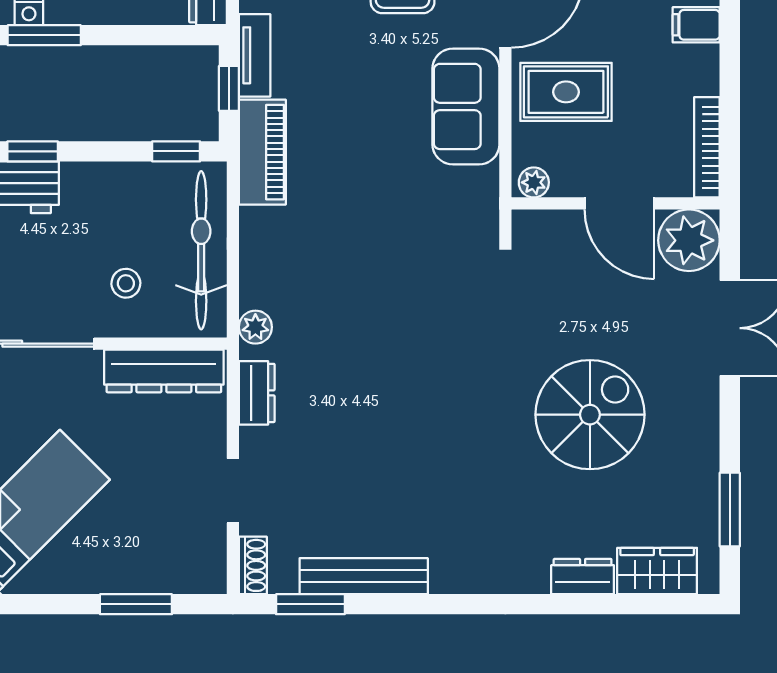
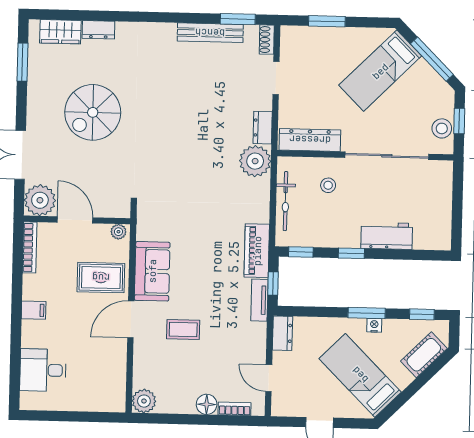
window: (33, 151) -> (351, 253), moved
bicycle: (201, 250) -> (285, 201), width x0.73, depth x0.71
plant: (255, 327) -> (255, 161), width x1.88, depth x1.88

